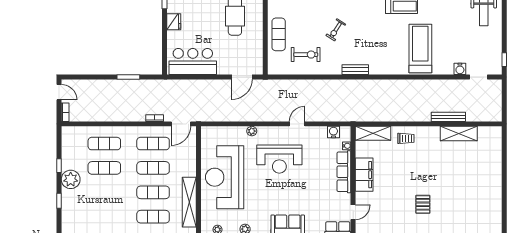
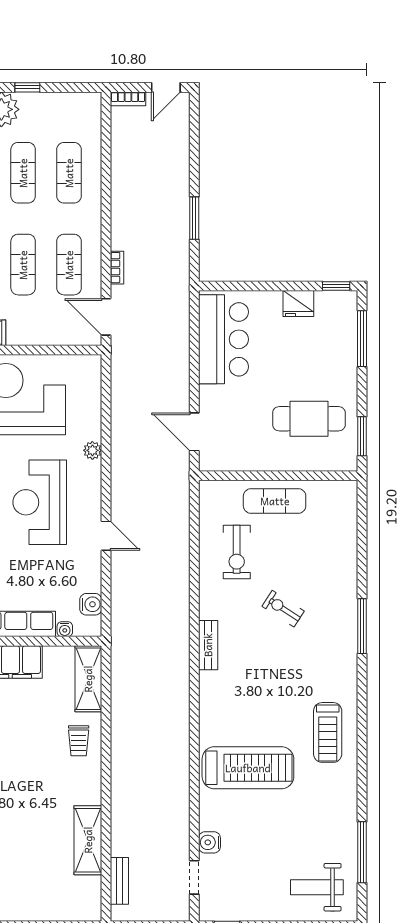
bench: (448, 117) -> (119, 881), moved, width x0.73

